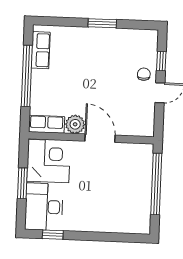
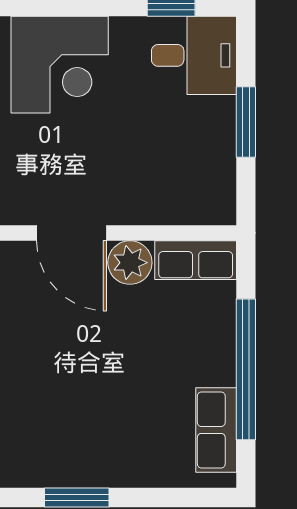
corner desk: (48, 161) -> (60, 65), moved, turned -90
desk: (44, 207) -> (194, 55), width x0.73

